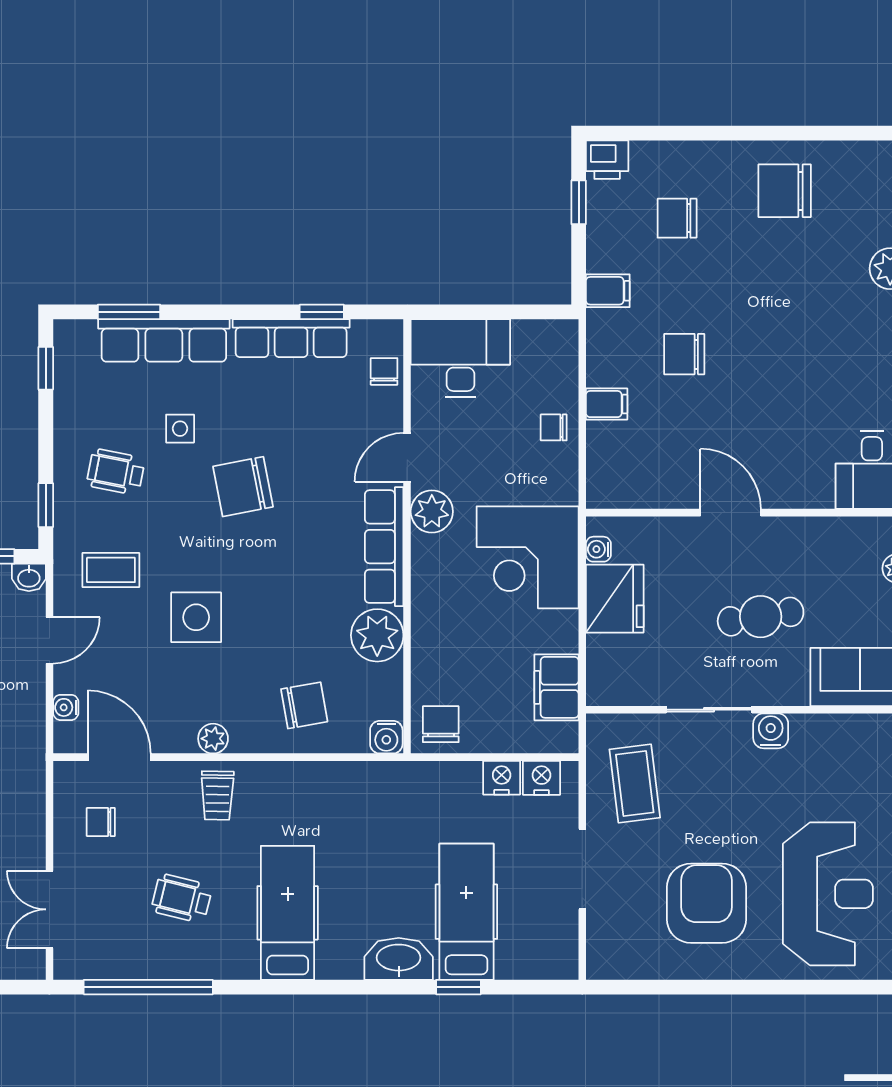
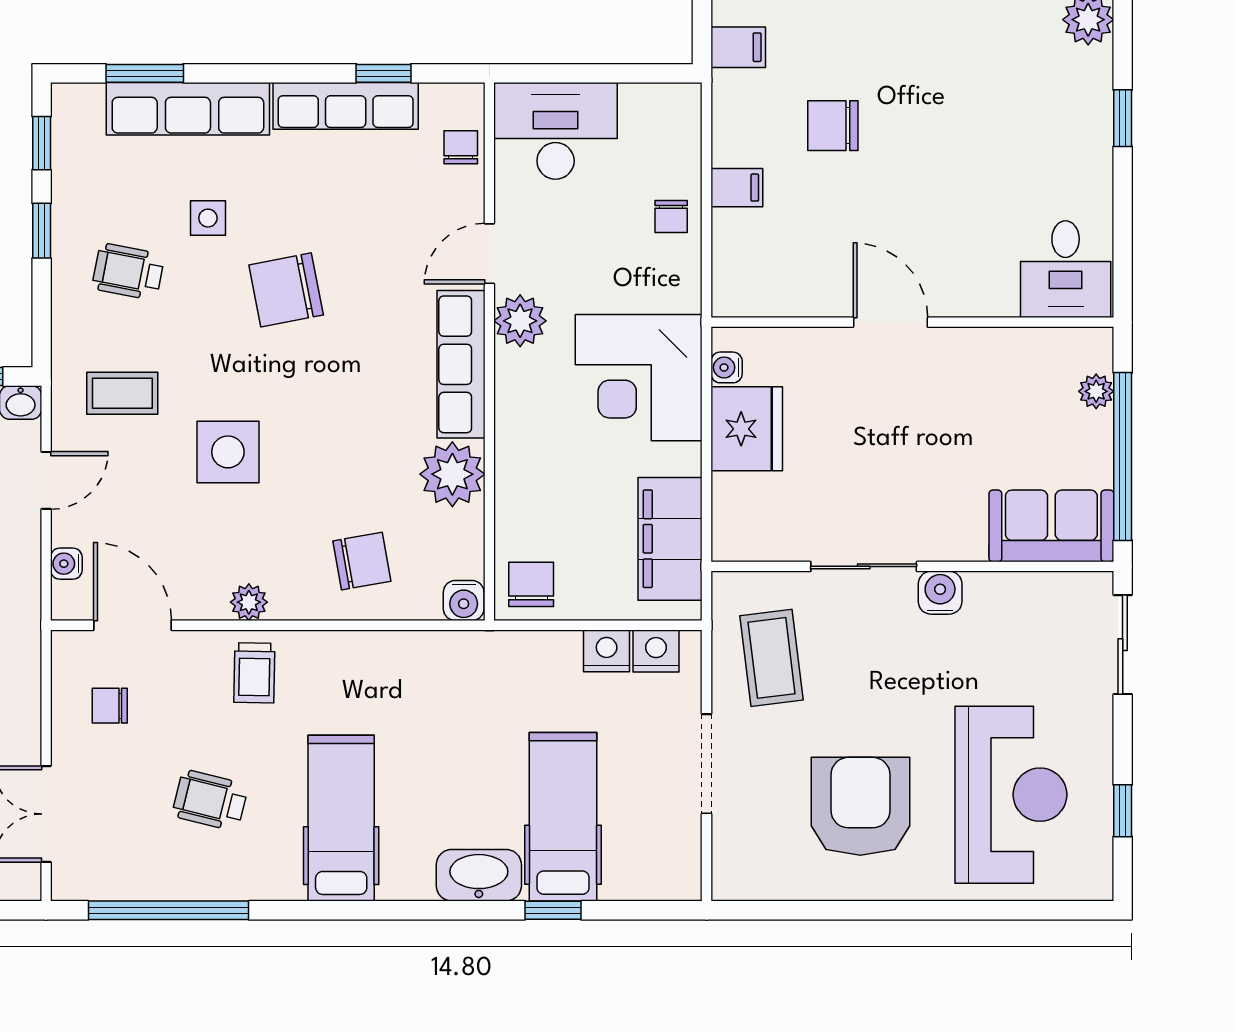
chair: (554, 427) -> (671, 217), turned -90
window: (46, 505) -> (42, 231), moved
cafe table: (761, 617) -> (928, 451), removed
filing cabinet: (557, 687) -> (670, 539), width x1.50, depth x1.17

